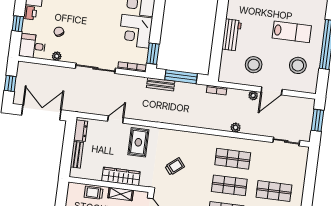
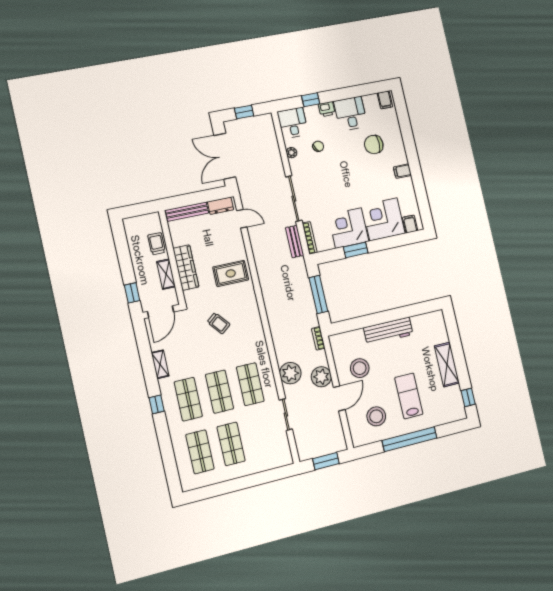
lab bench: (292, 32) -> (409, 396), turned 180
workbench: (232, 35) -> (388, 331), width x1.38
window: (153, 54) -> (356, 250), moved
bench: (161, 84) -> (295, 242), moved
door: (272, 91) -> (339, 398), swing flipped
plant: (253, 96) -> (321, 377), width x1.88, depth x1.88
double door: (41, 112) -> (225, 156), swing flipped
door: (116, 120) -> (242, 219), moved
plant: (236, 128) -> (290, 373), width x1.88, depth x1.88
sliding door: (286, 141) -> (286, 415), moved
bench: (77, 155) -> (187, 212), width x1.36

